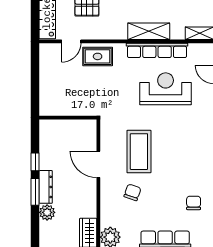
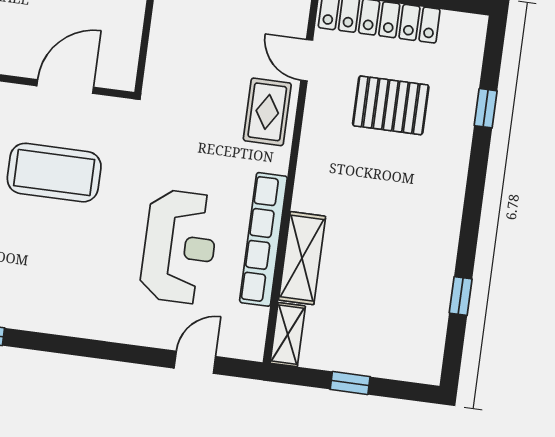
shelving: (149, 31) -> (302, 258), moved
door: (98, 164) -> (65, 86), moved

